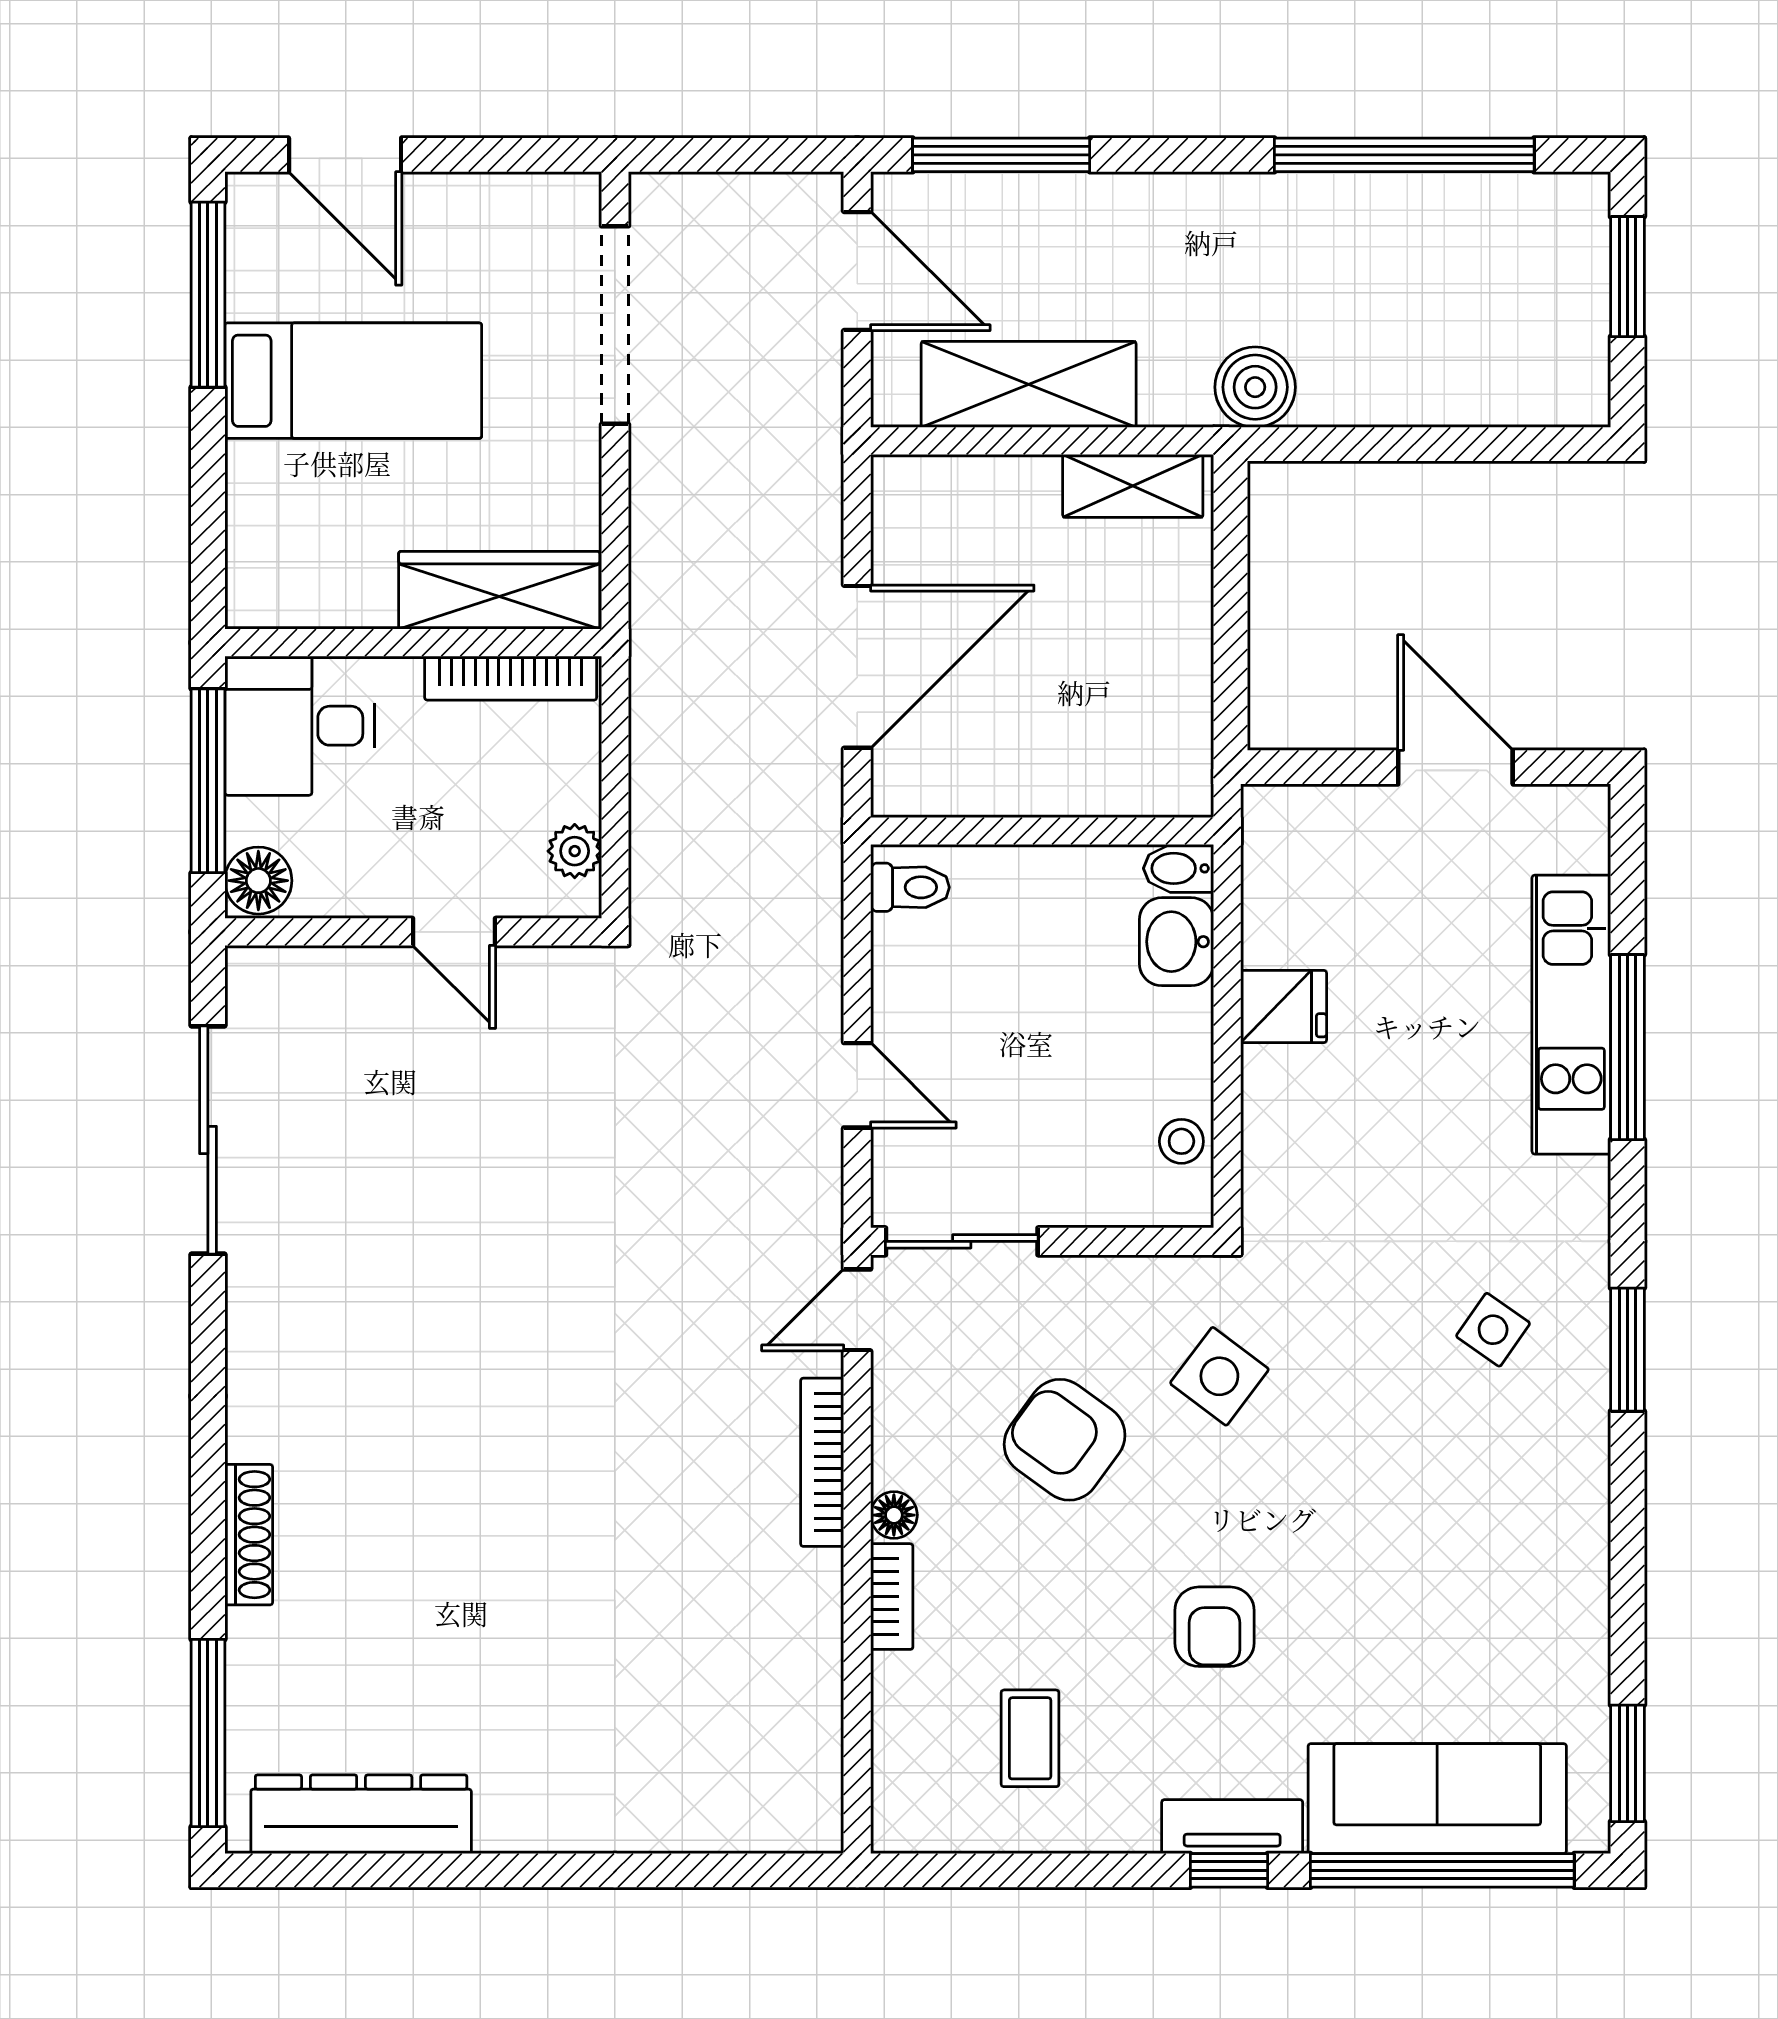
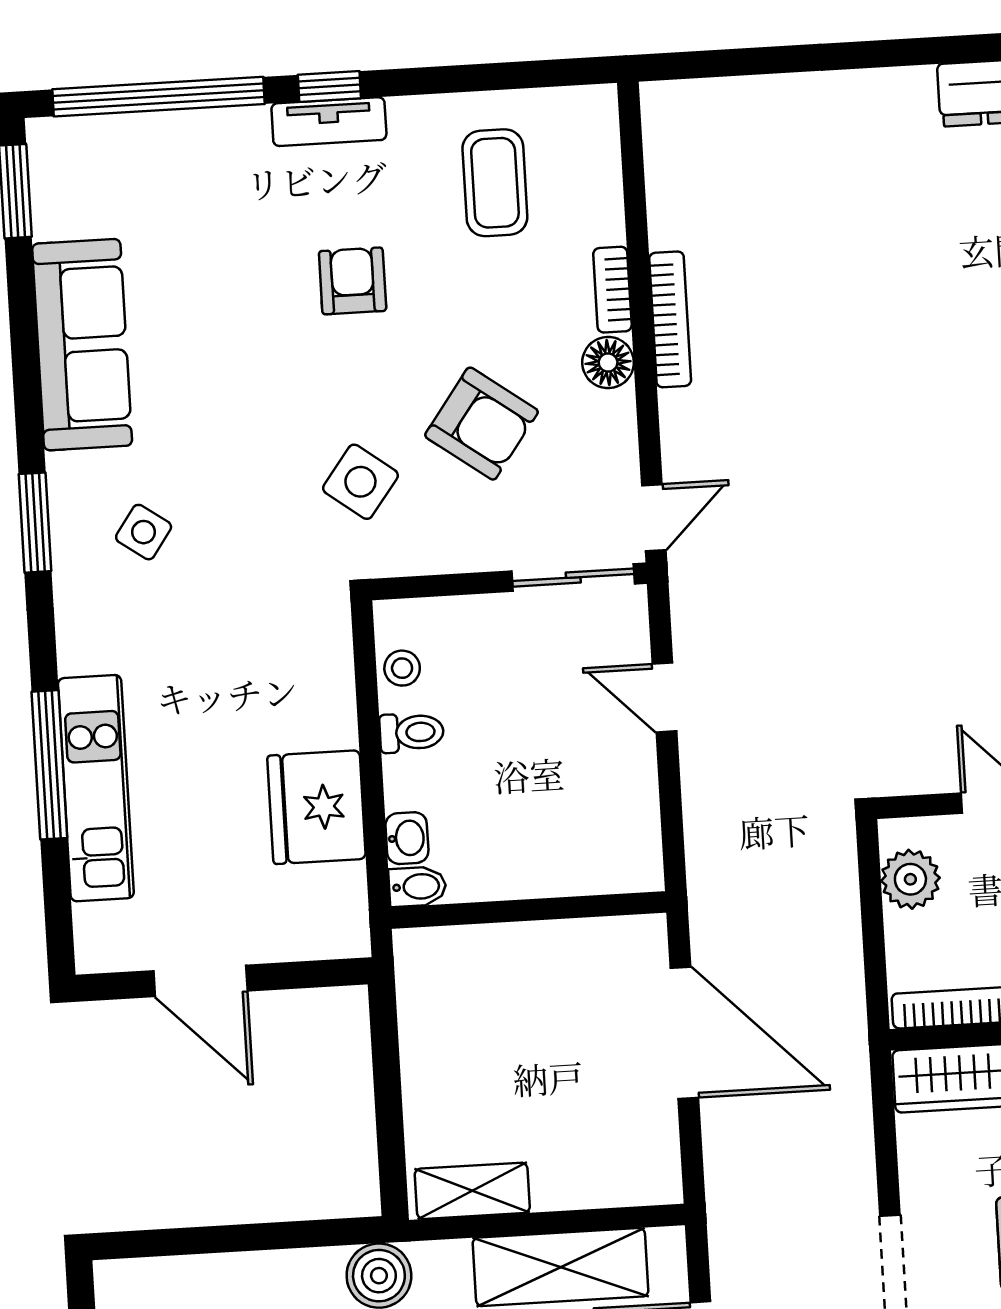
door: (857, 667) -> (684, 1033), swing flipped
plant: (575, 851) -> (910, 879), width x1.38, depth x1.38
toilet: (910, 887) -> (412, 732), moved, turned 180
washbasin: (1176, 942) -> (407, 838), width x0.72, depth x0.69
fridge: (1284, 1006) -> (317, 807), width x1.88, depth x1.34
bookcase: (822, 1462) -> (670, 319), moved
floor lamp: (894, 1515) -> (608, 362), width x1.37, depth x1.37
coffee table: (1030, 1738) -> (495, 183), width x1.36, depth x1.30
sofa: (1437, 1799) -> (82, 345), moved, turned -90

